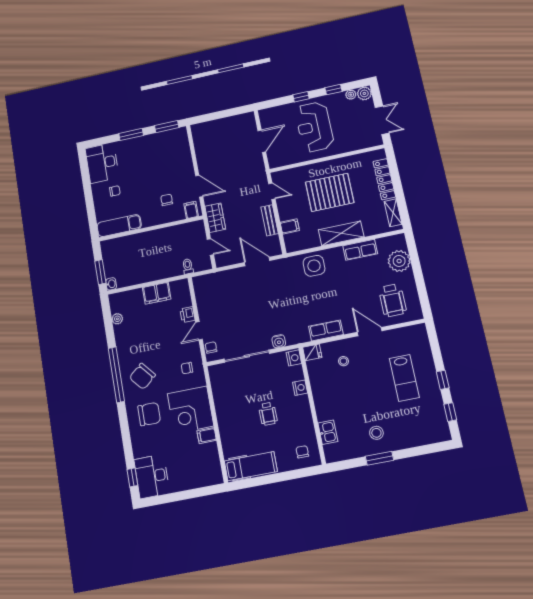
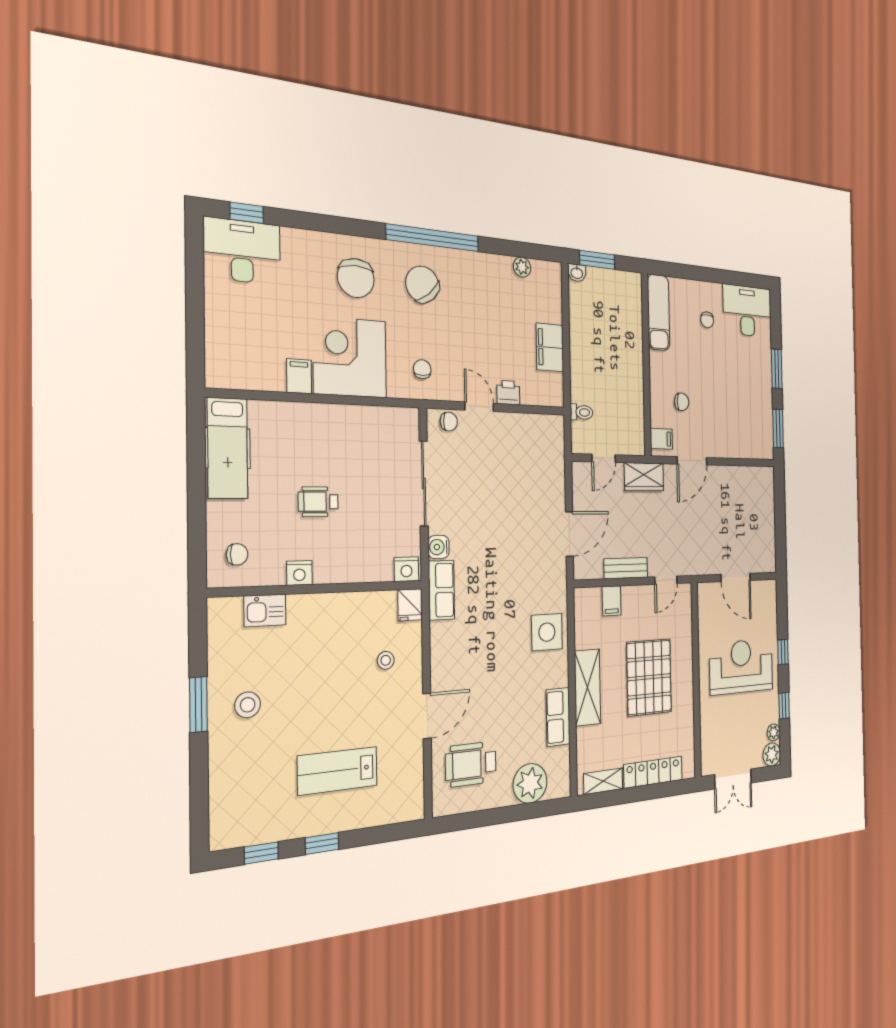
row of seats: (326, 330) -> (441, 590), moved
nightstand: (300, 388) -> (299, 573), moved

